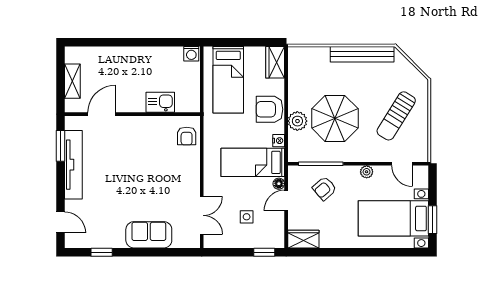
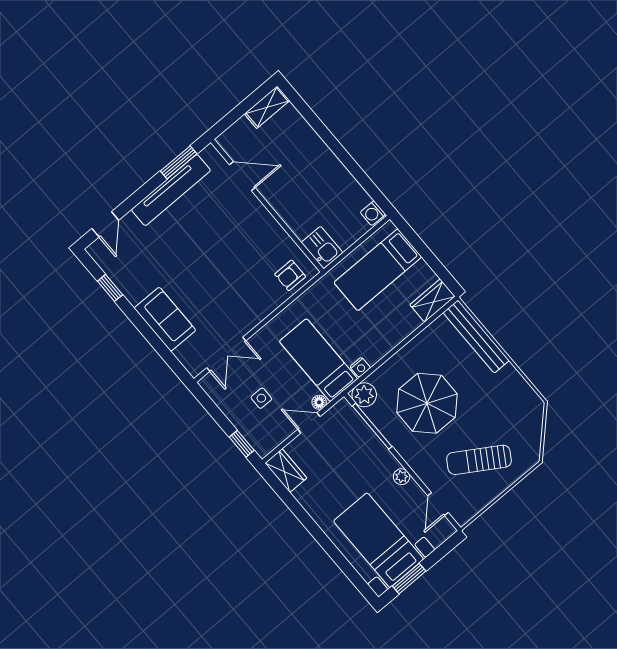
bench: (362, 54) -> (476, 337), moved
shelving: (72, 81) -> (267, 107), moved
kitchen sink: (160, 102) -> (322, 248), moved
armchair: (269, 109) -> (383, 333), removed
plant: (297, 121) -> (364, 395), moved
armchair: (324, 188) -> (352, 450), removed

